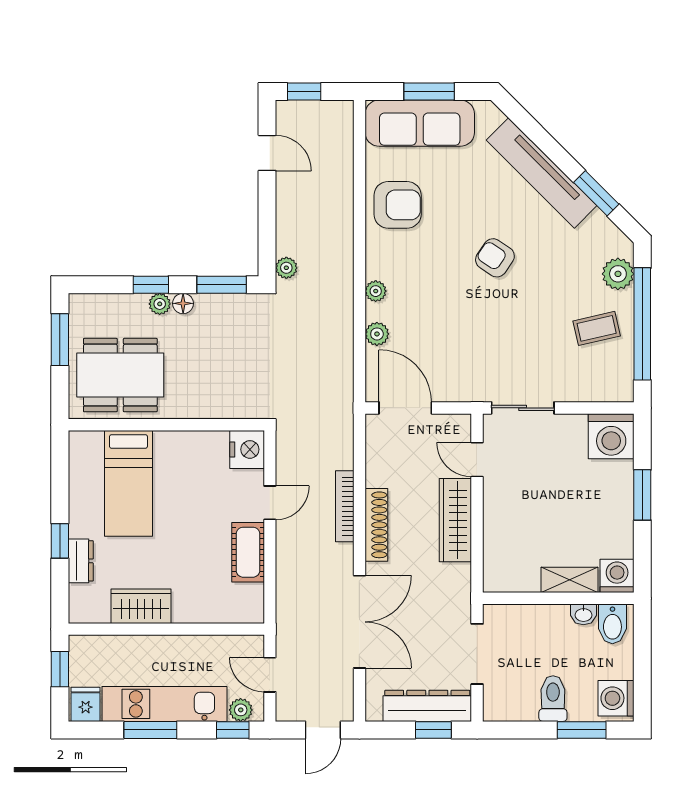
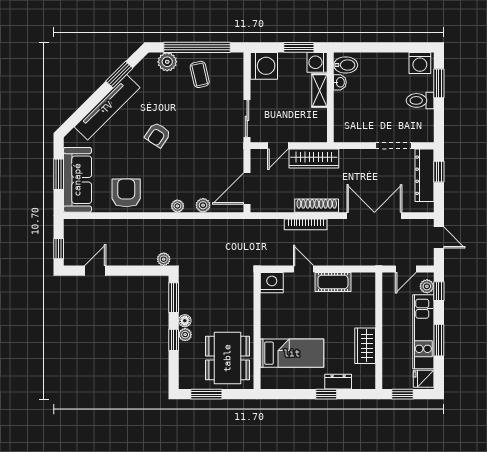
washing machine: (617, 576) -> (317, 62), moved
shelving: (570, 580) -> (319, 91), moved
wall: (558, 598) -> (330, 97), moved
washbasin: (583, 614) -> (340, 82), moved
bidet: (612, 624) -> (346, 65), moved

